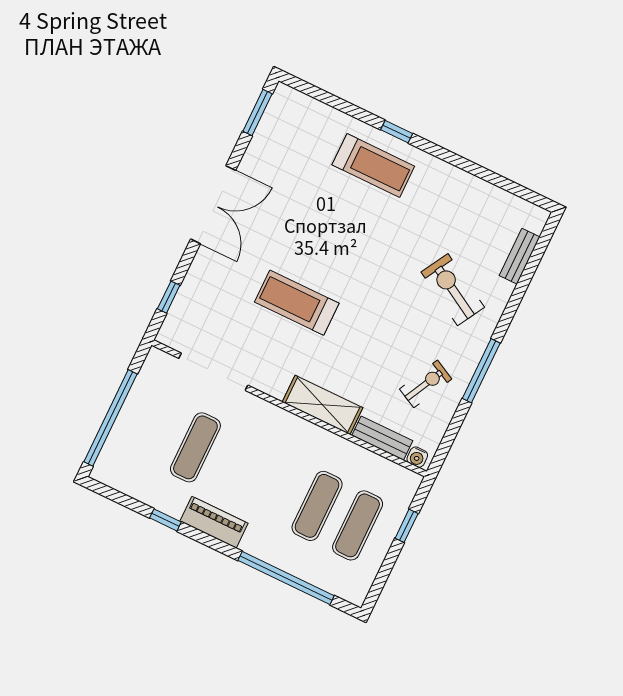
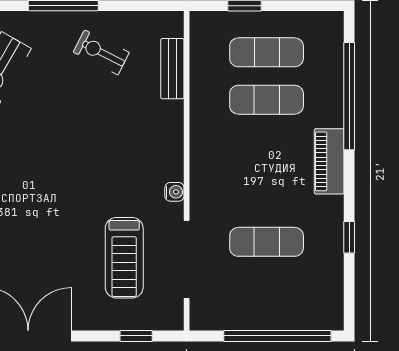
treadmill: (297, 303) -> (124, 258), moved
shelving: (323, 405) -> (168, 141), removed
water cooler: (417, 457) -> (174, 192), moved
piano: (214, 522) -> (329, 161), moved

